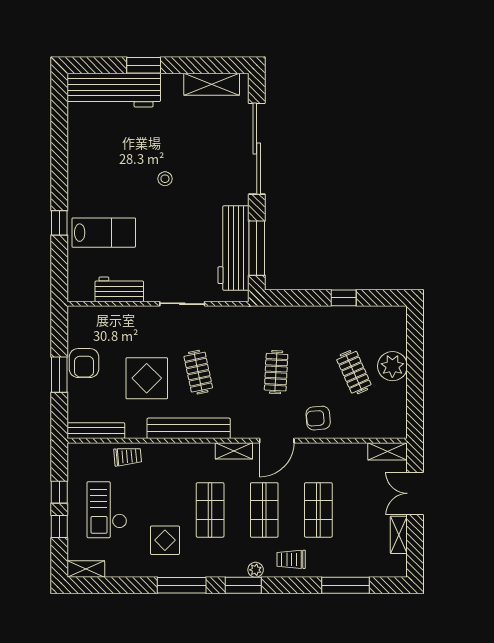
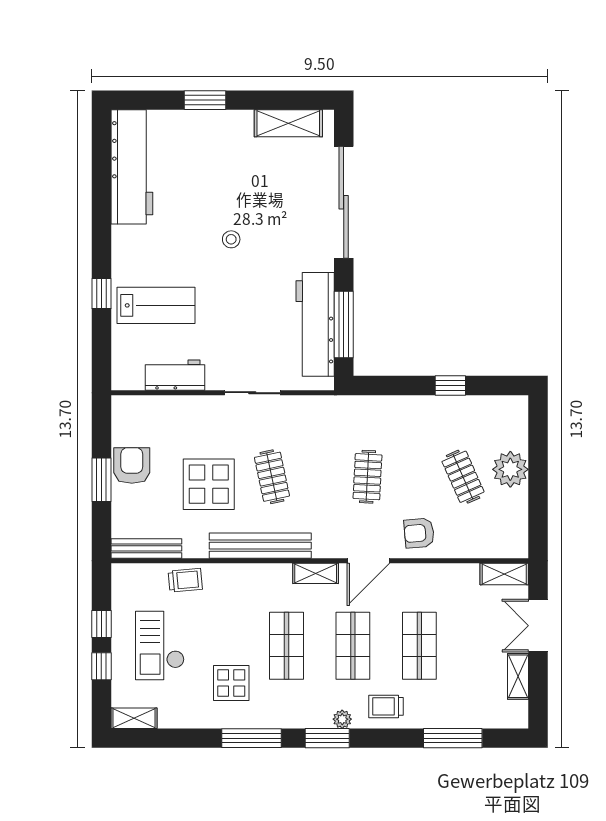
workbench: (114, 90) -> (132, 167), moved, turned -90
armchair: (84, 363) -> (132, 466), turned 180

